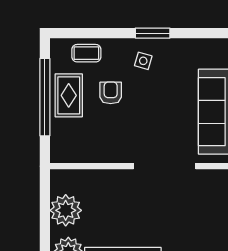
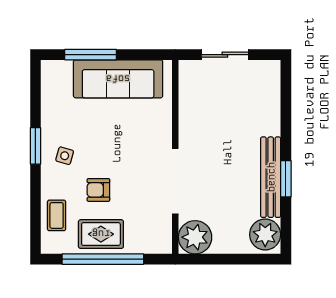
doorway: (165, 166) -> (175, 181), moved
plant: (66, 210) -> (195, 237), moved

